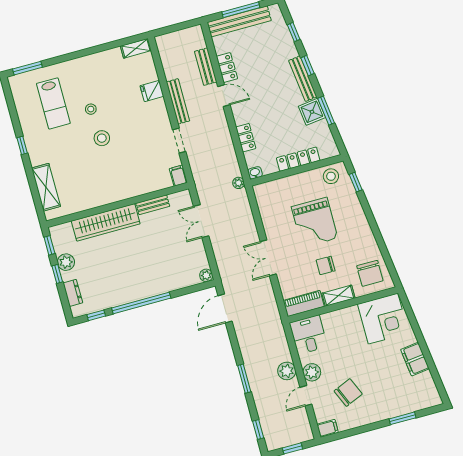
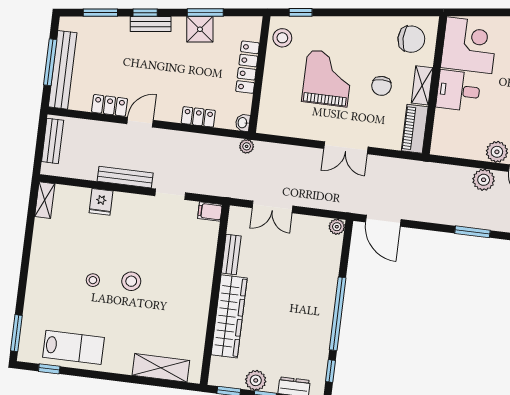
window: (294, 32) -> (100, 13), width x1.50
bench: (206, 67) -> (53, 141), moved, turned 90
bench: (303, 79) -> (151, 24), width x0.73
lab bench: (53, 103) -> (74, 347), moved
window: (22, 145) -> (49, 369), moved
grand piano: (315, 223) -> (327, 78), turned -90
desk: (308, 335) -> (458, 91), moved

